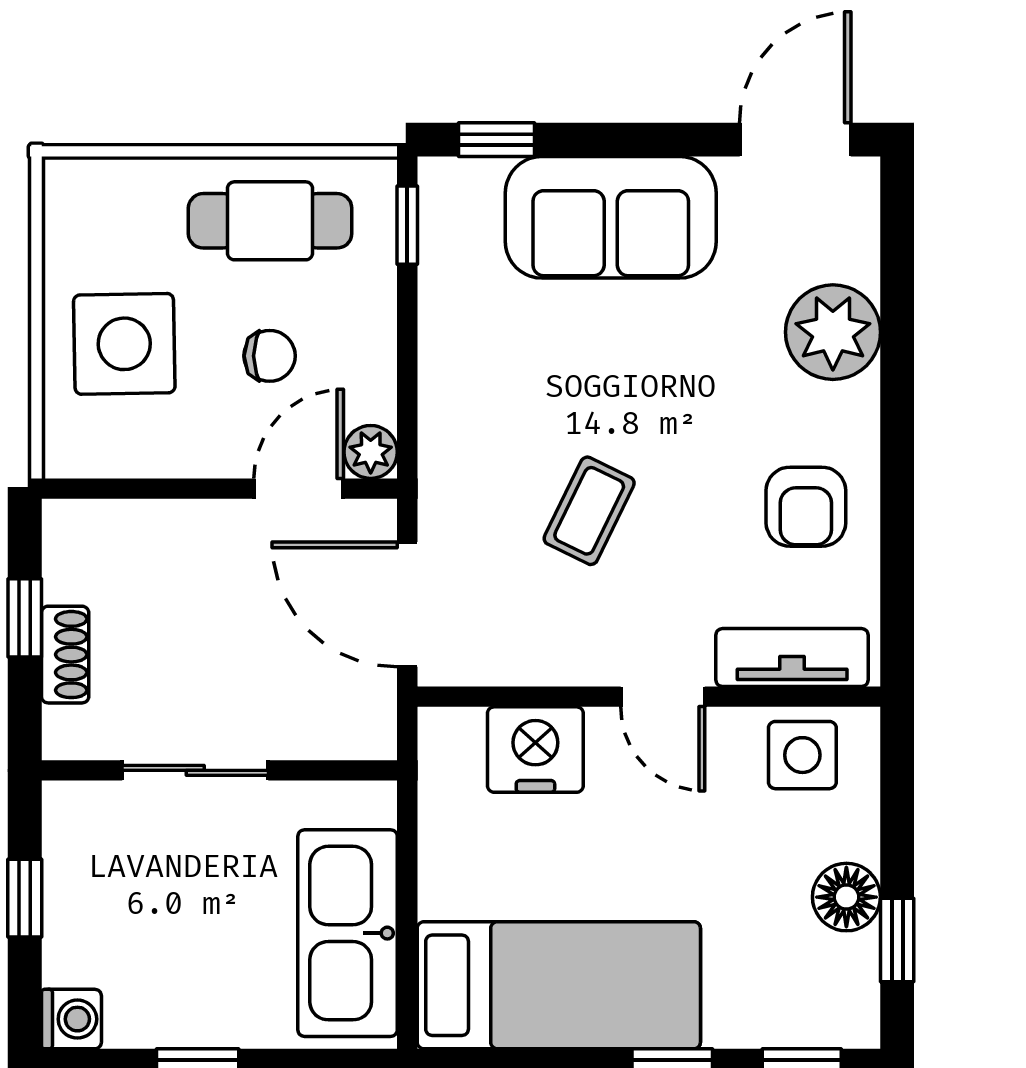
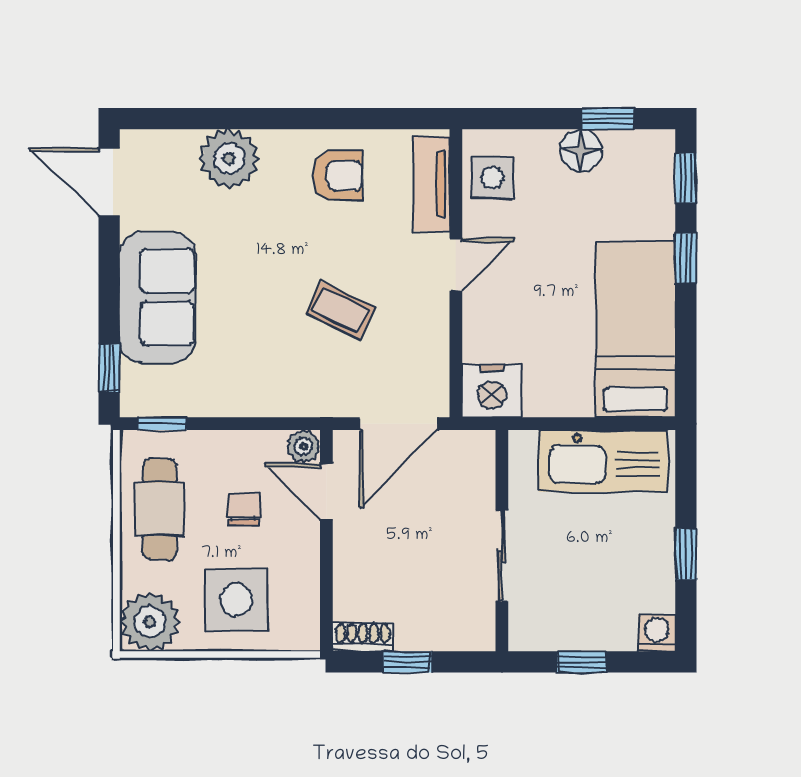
plant: (89, 205) -> (150, 622), added
shoe rack: (65, 655) -> (363, 637), moved
nightstand: (535, 750) -> (492, 391), moved, turned -90

